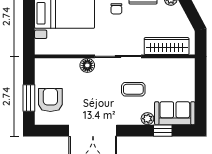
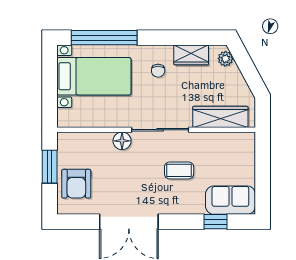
window: (29, 98) -> (50, 167), moved
armchair: (50, 100) -> (76, 184), turned 180
plant: (147, 119) -> (197, 207), removed

